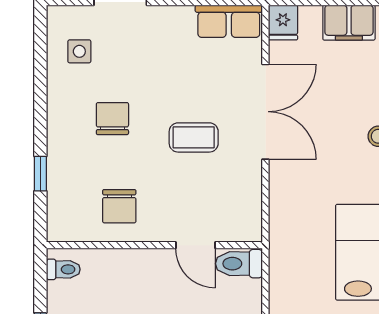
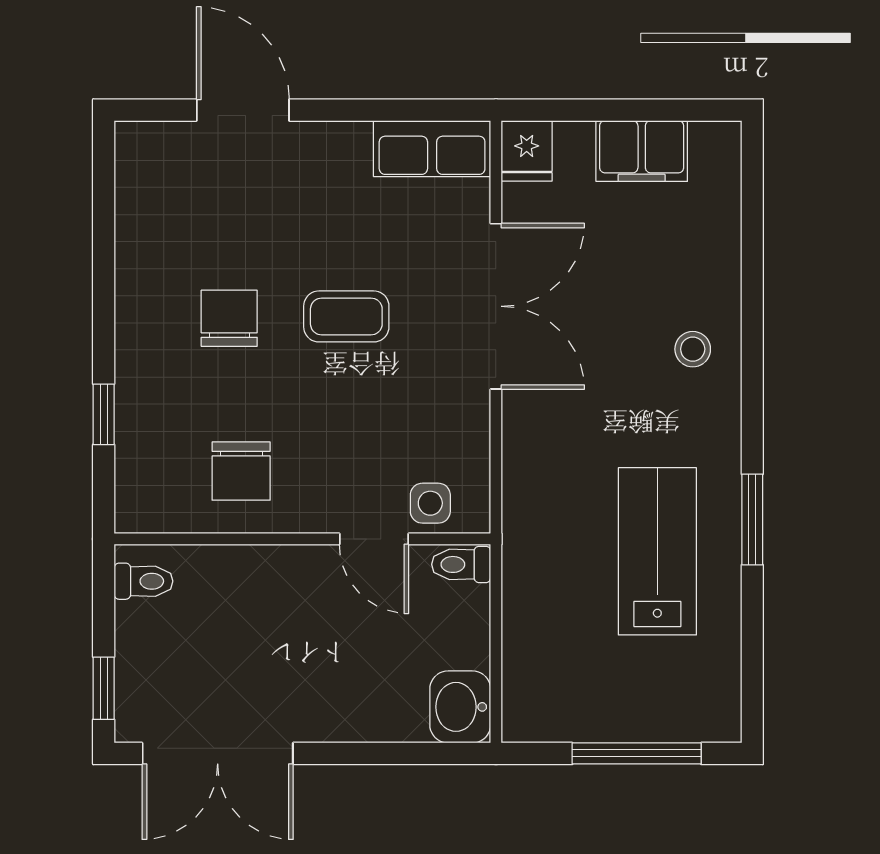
side table: (79, 51) -> (430, 503), moved
coffee table: (194, 137) -> (346, 316), moved
toilet: (239, 264) -> (461, 564), width x0.73, depth x0.72

